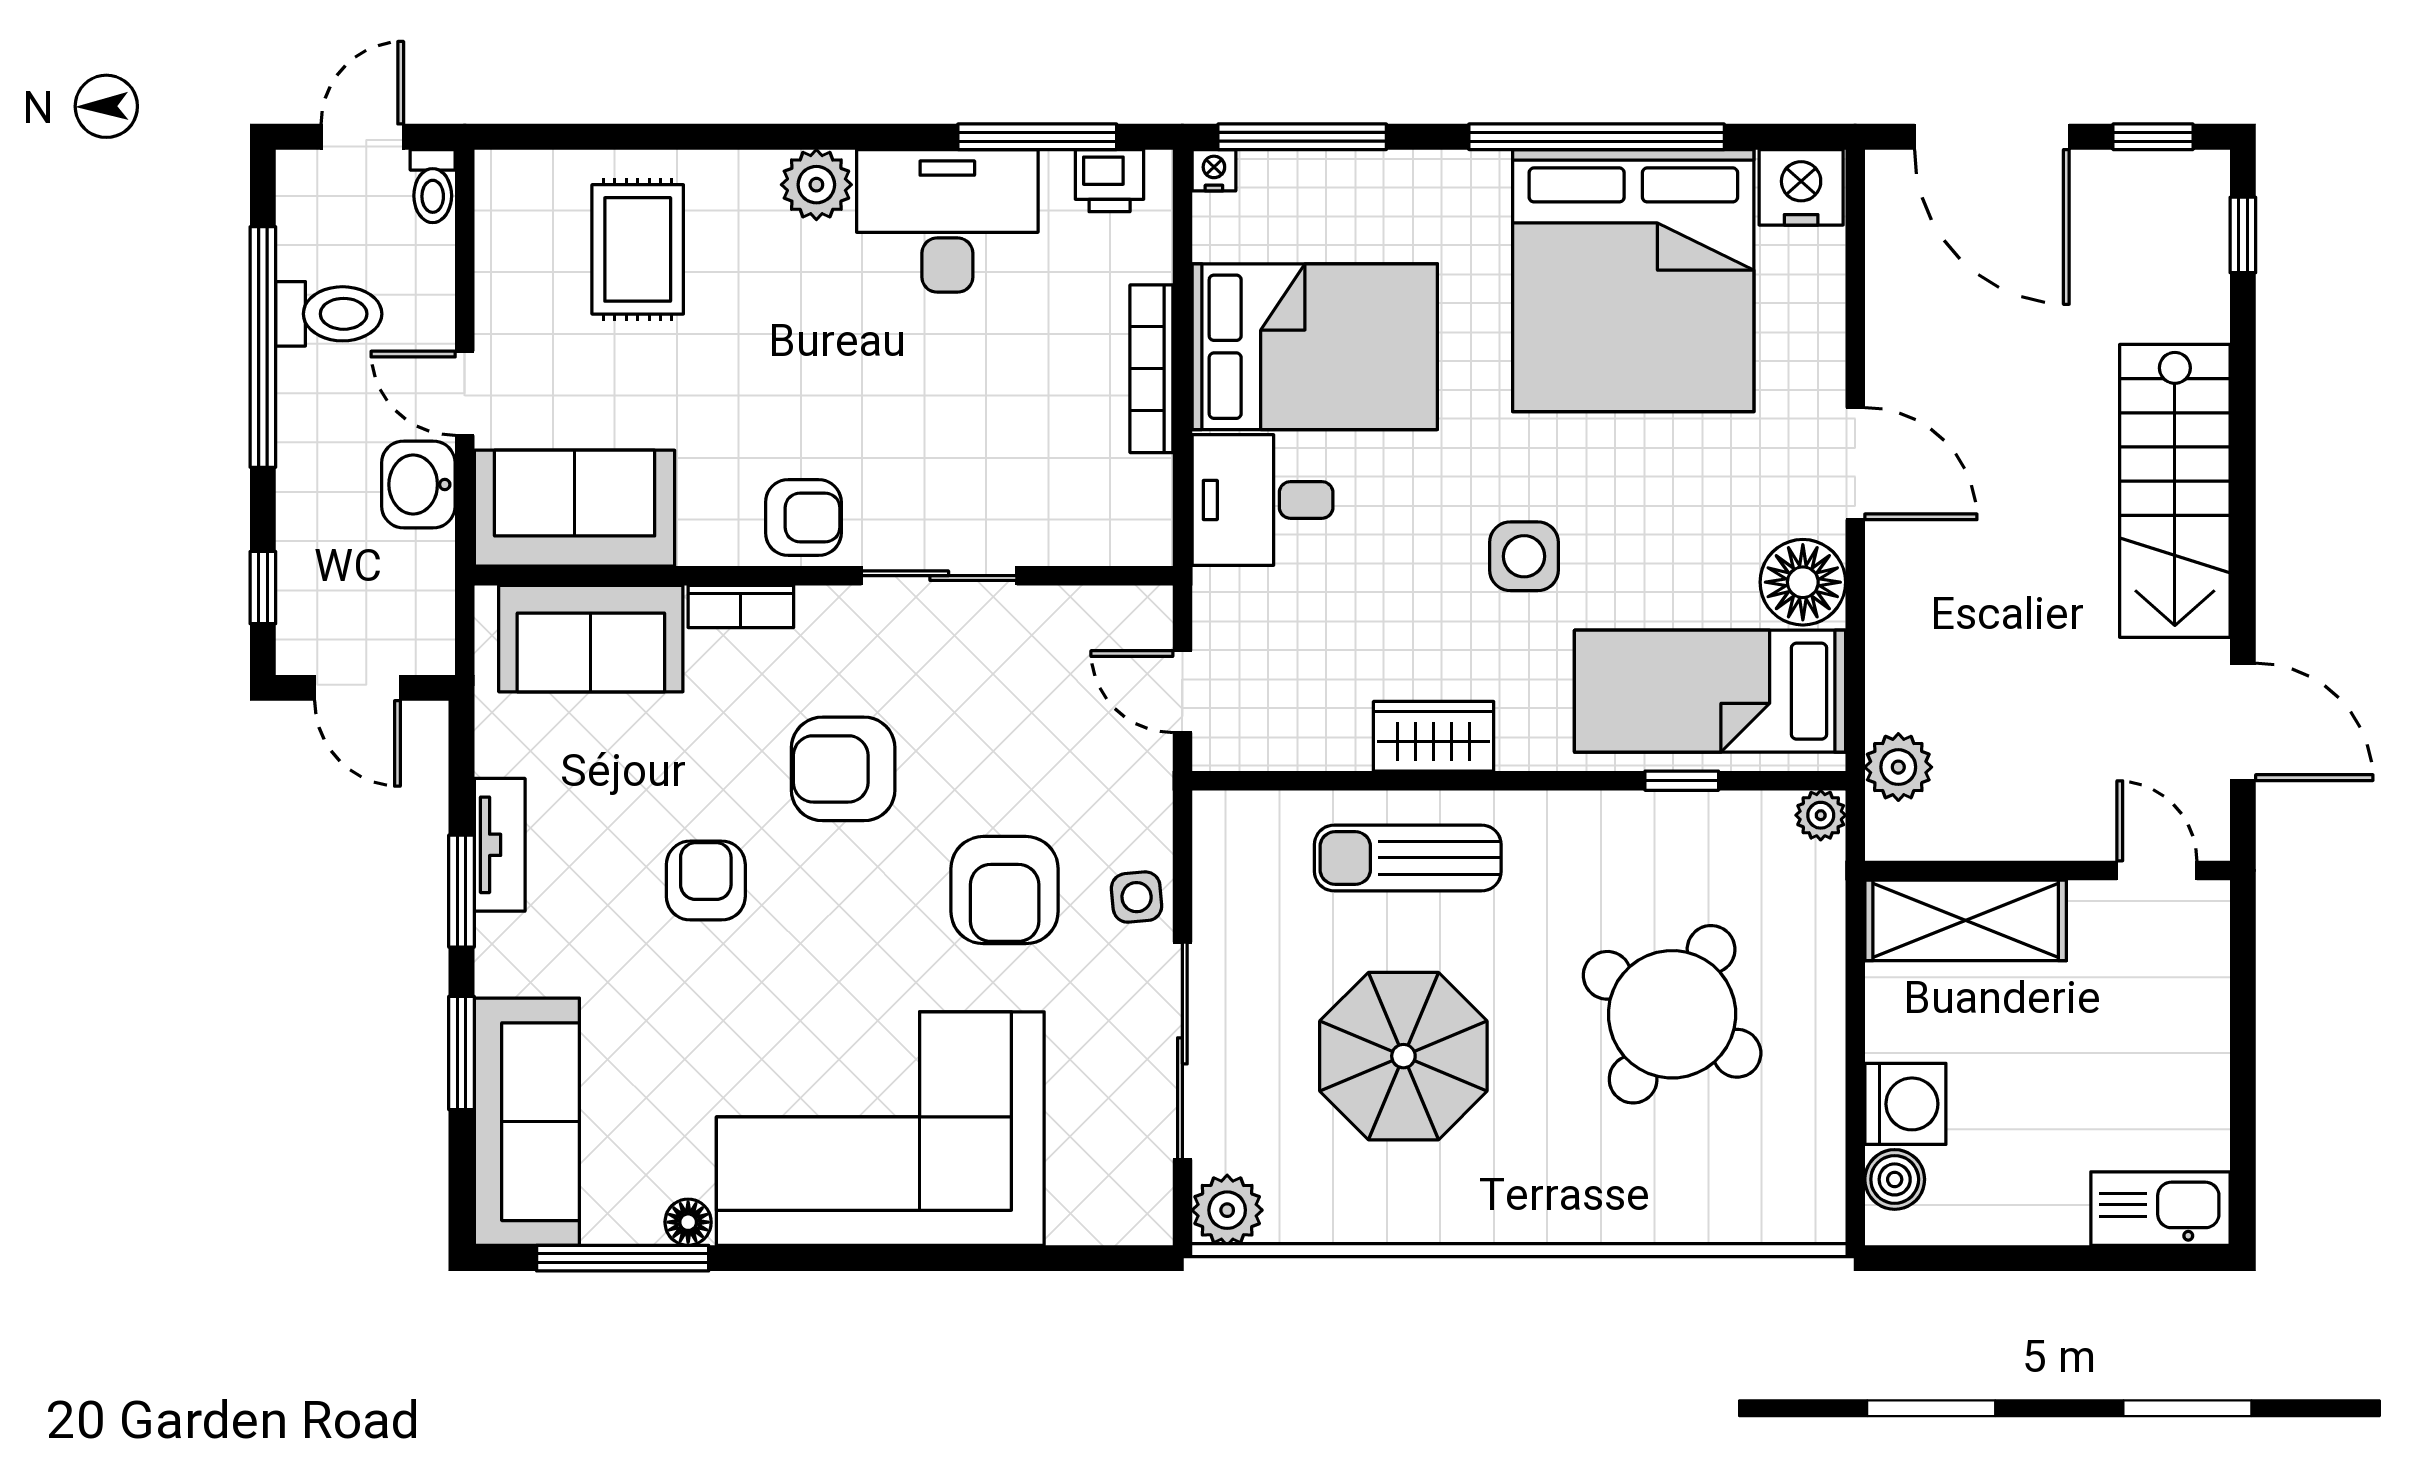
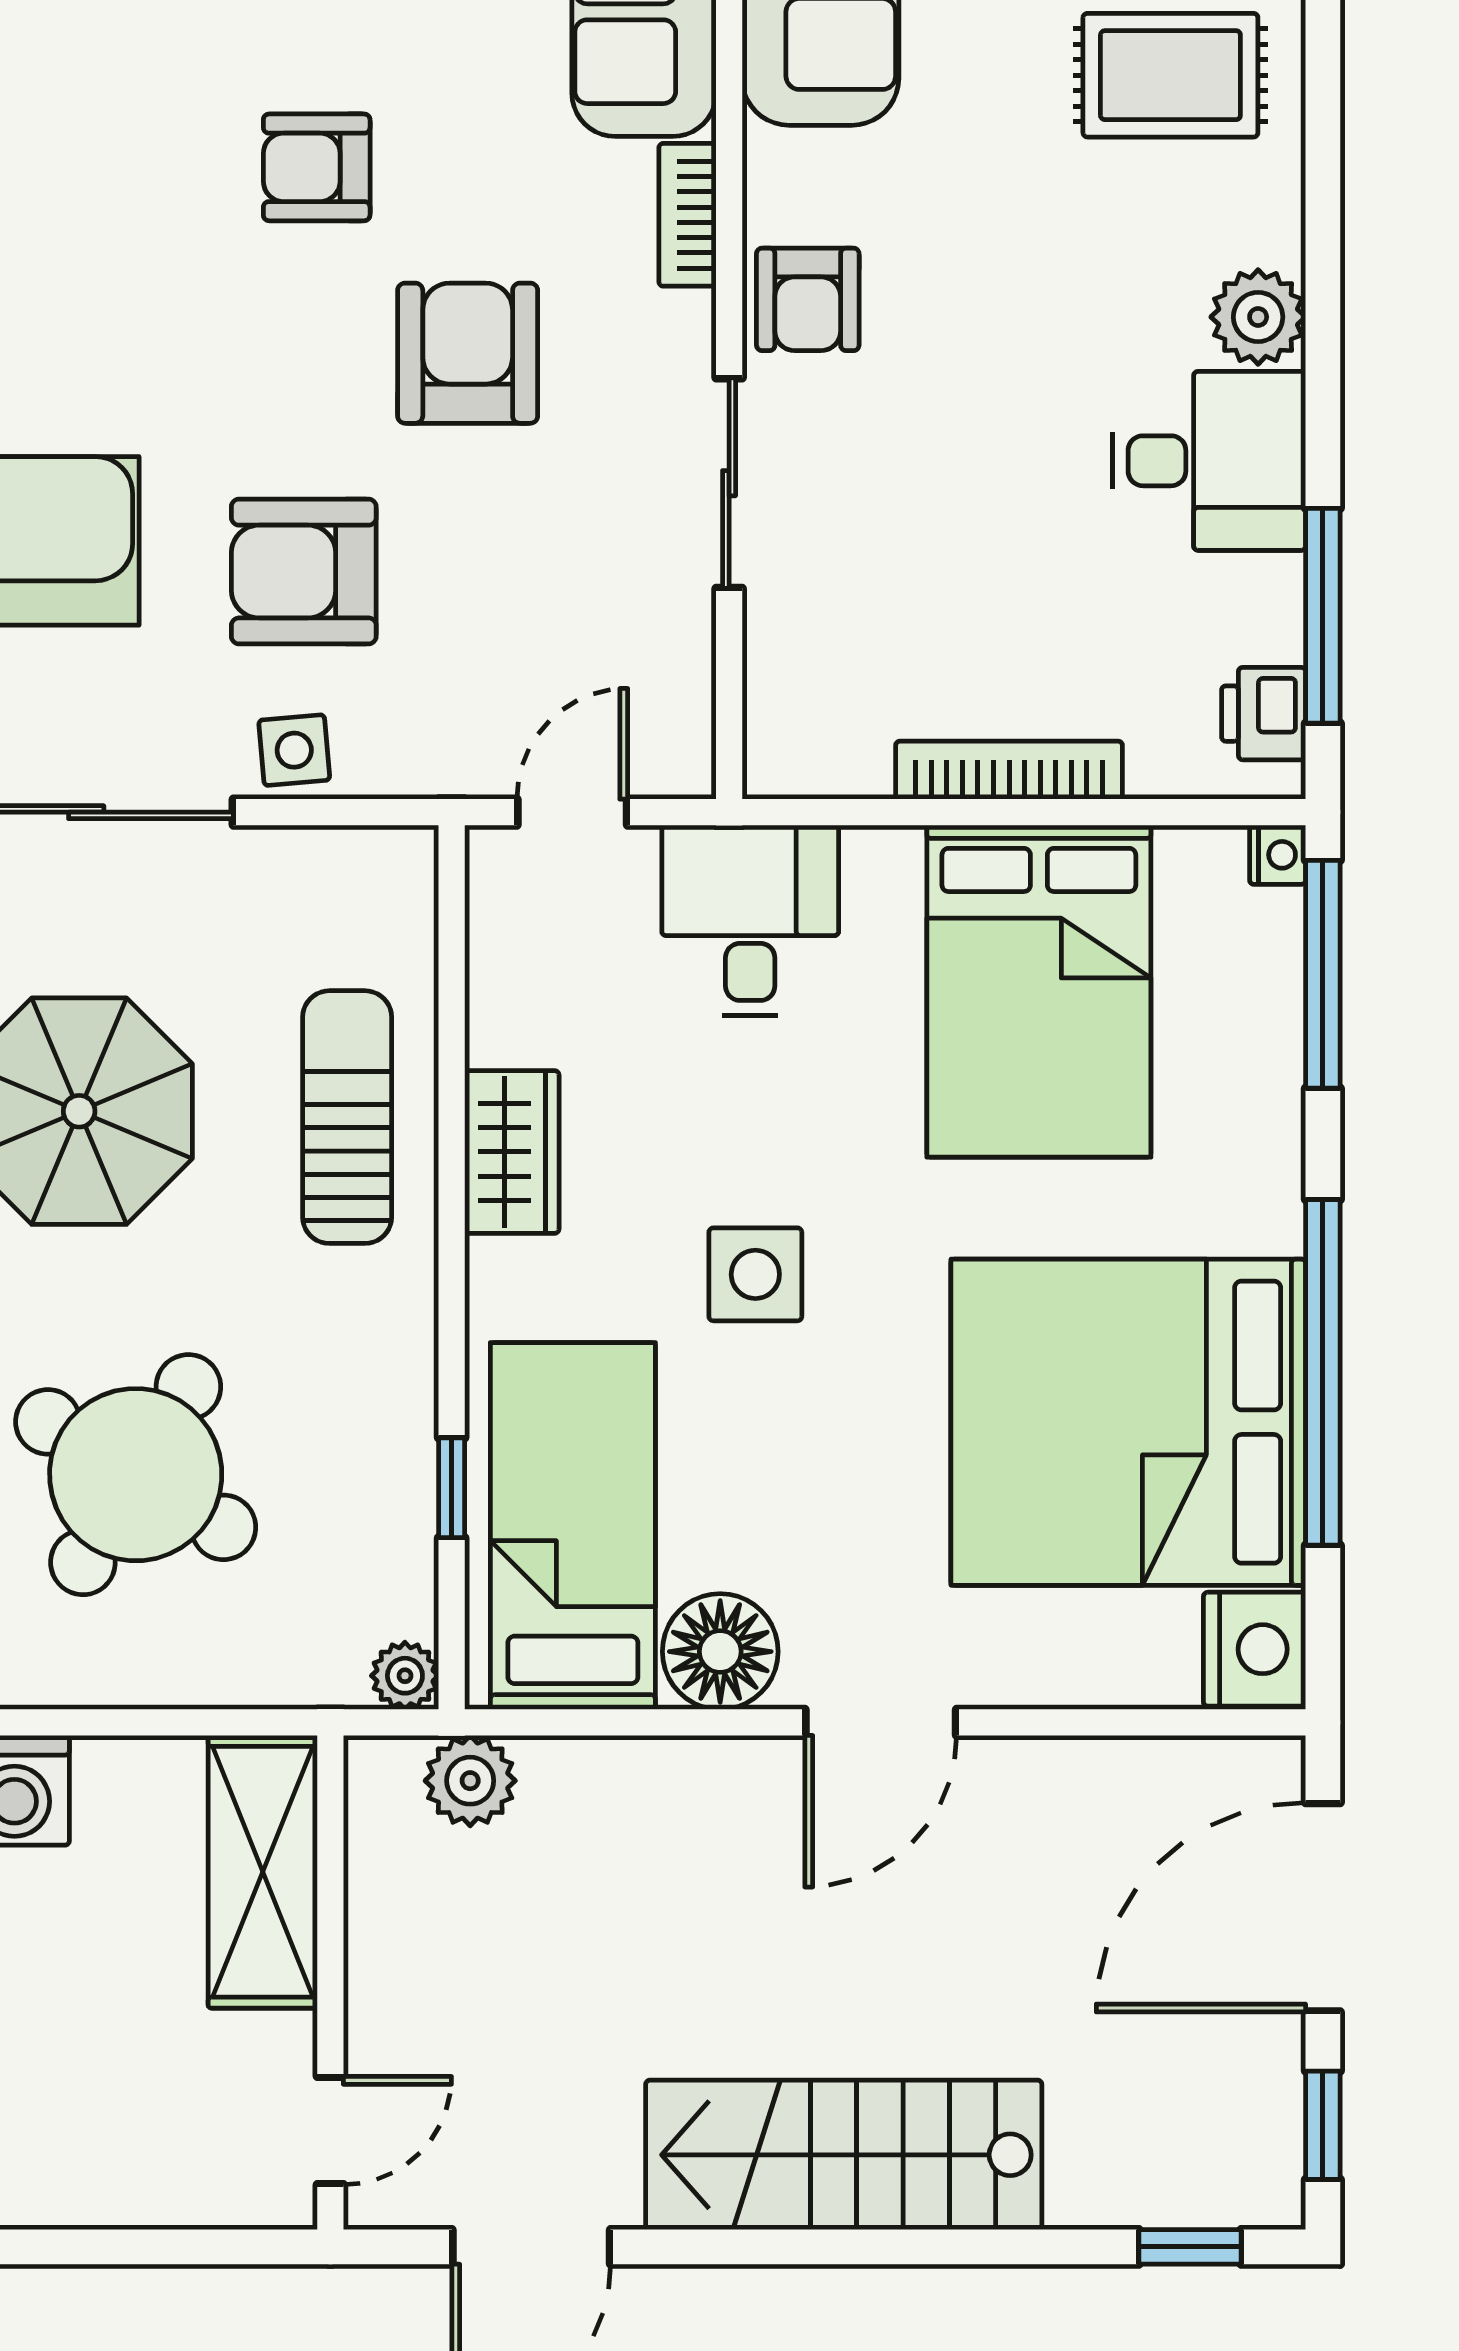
desk: (947, 221) -> (1209, 461), width x0.73
desk: (1262, 500) -> (750, 920), moved
armchair: (706, 881) -> (317, 167), turned 180

